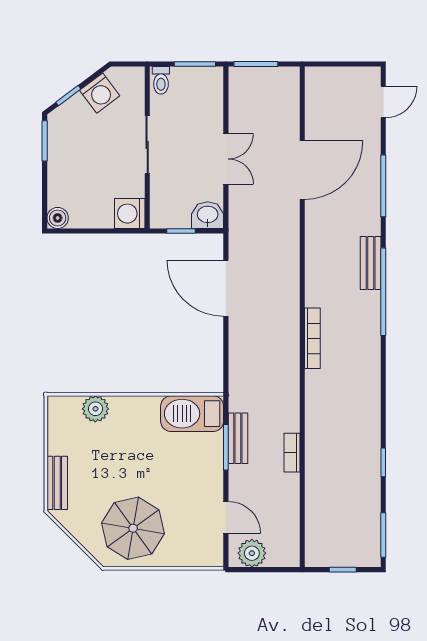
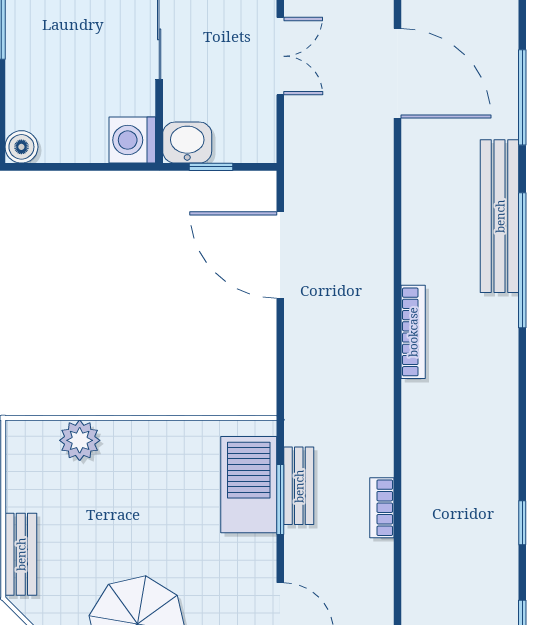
door: (302, 170) -> (398, 73), hinge flipped
washbasin: (208, 215) -> (187, 143), moved
bench: (371, 263) -> (500, 216), width x1.86, depth x1.21
barbecue: (192, 414) -> (249, 485), moved, turned 90

